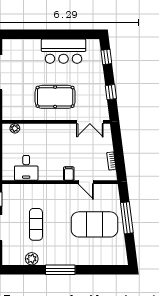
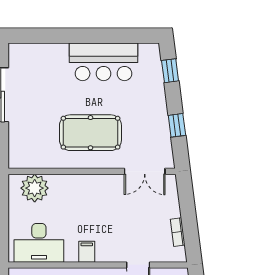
plant: (15, 128) -> (35, 188), width x1.88, depth x1.88
desk: (26, 168) -> (39, 243), width x1.37
filing cabinet: (69, 174) -> (87, 252), moved

